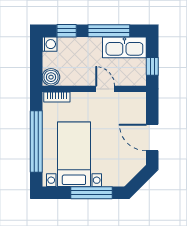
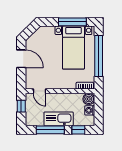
washing machine: (50, 44) -> (90, 110), moved
kitchen sink: (124, 47) -> (59, 119), moved
door: (105, 89) -> (39, 91), moved
window: (92, 193) -> (72, 22), moved

